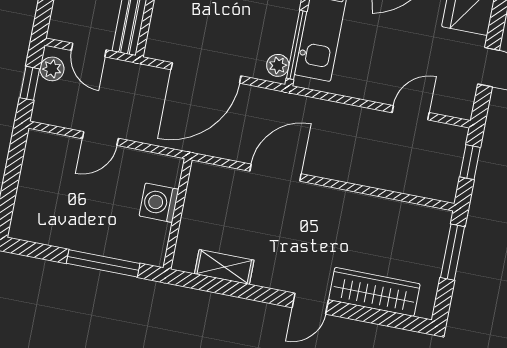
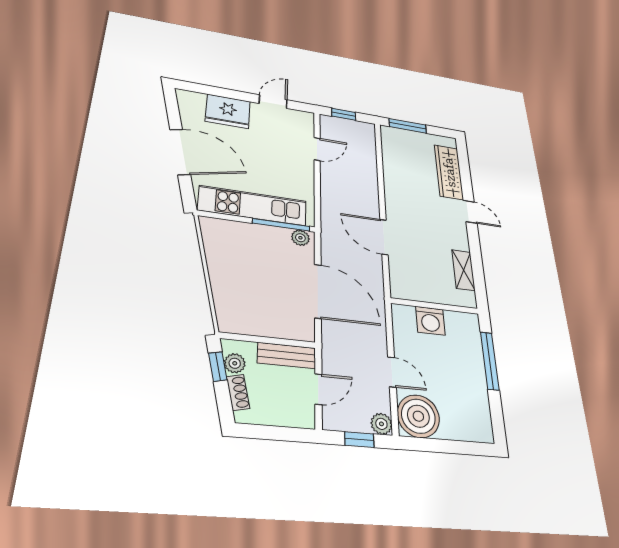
plant: (52, 69) -> (381, 424), moved
door: (411, 113) -> (317, 149), swing flipped
boiler: (47, 156) -> (418, 416), added

